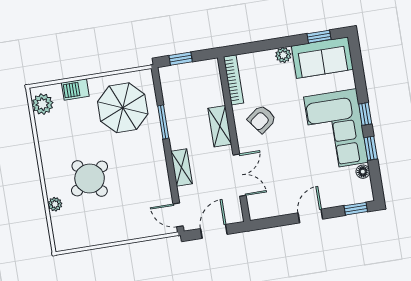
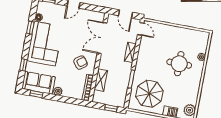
window: (365, 114) -> (23, 65), moved
shelving: (220, 126) -> (101, 80), moved
double door: (240, 175) -> (102, 38), width x1.37
round table: (90, 179) -> (179, 64), turned 35
door: (214, 231) -> (125, 14), hinge flipped

